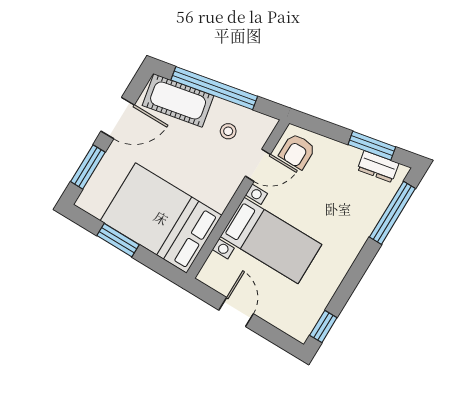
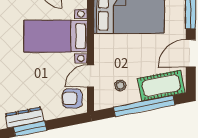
armchair: (297, 151) -> (72, 98), turned -90
dresser: (378, 167) -> (24, 117), width x1.44

